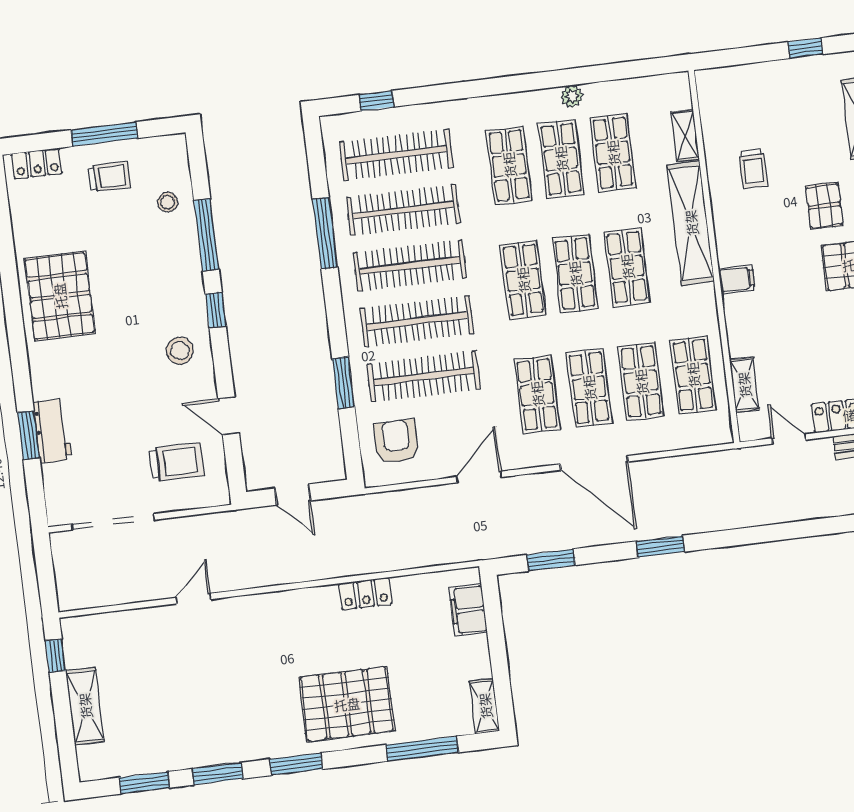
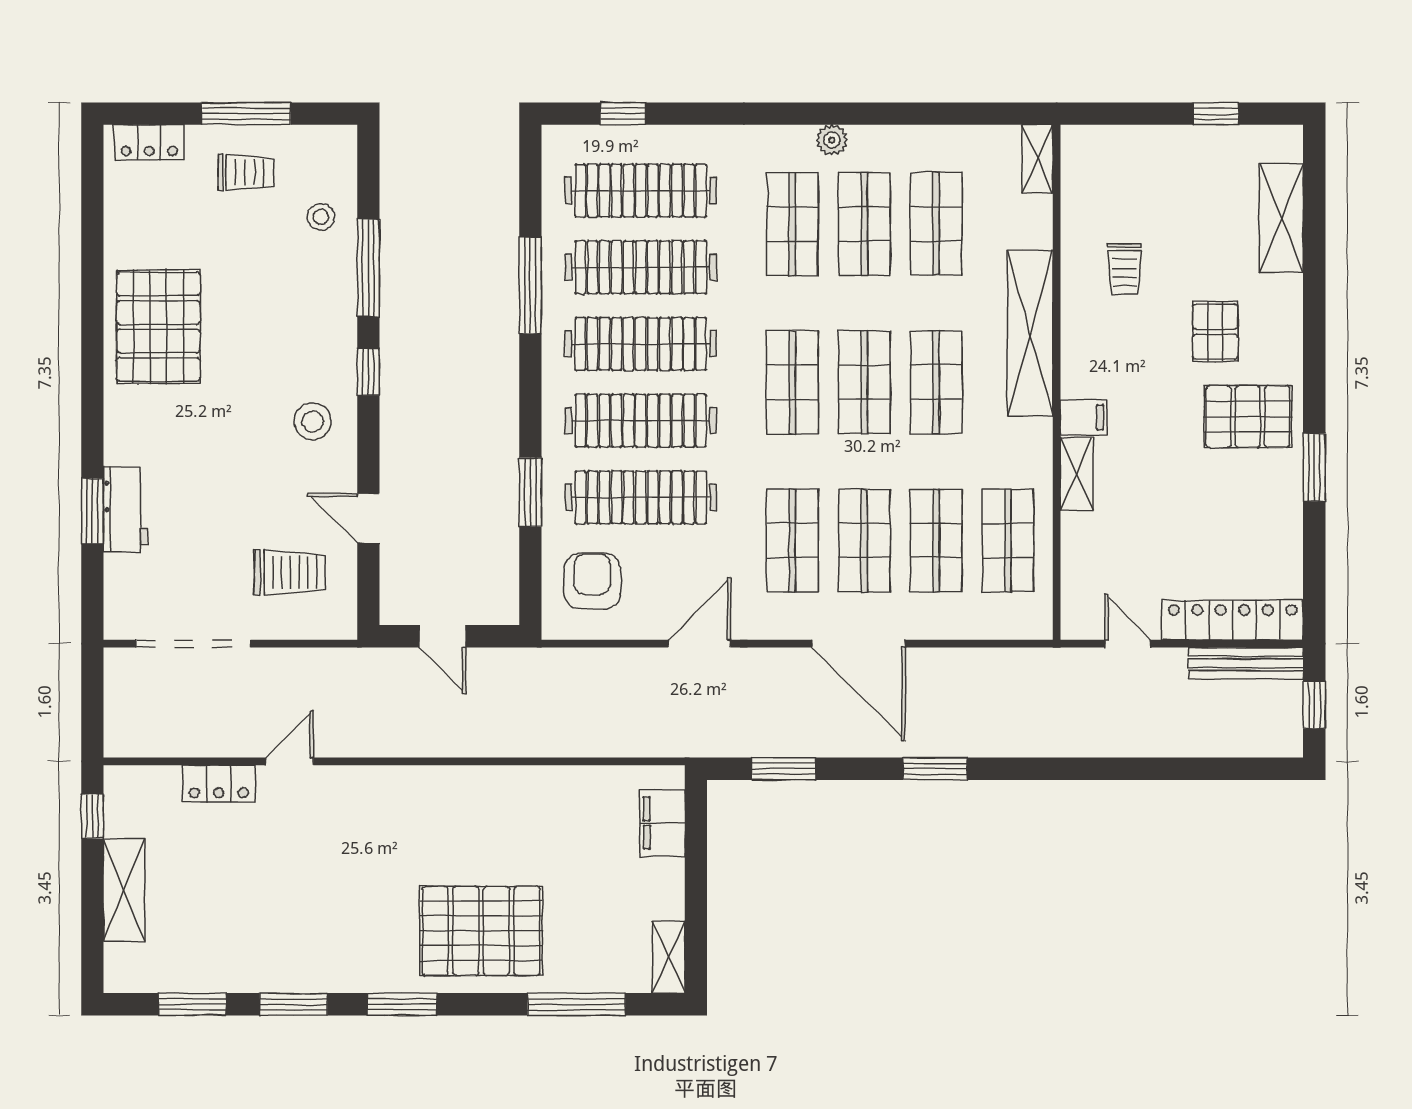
plant: (572, 96) -> (832, 140), moved
shelving: (685, 136) -> (1038, 159), moved
shelving: (744, 385) -> (1077, 474), moved
locker: (365, 594) -> (219, 784), moved

